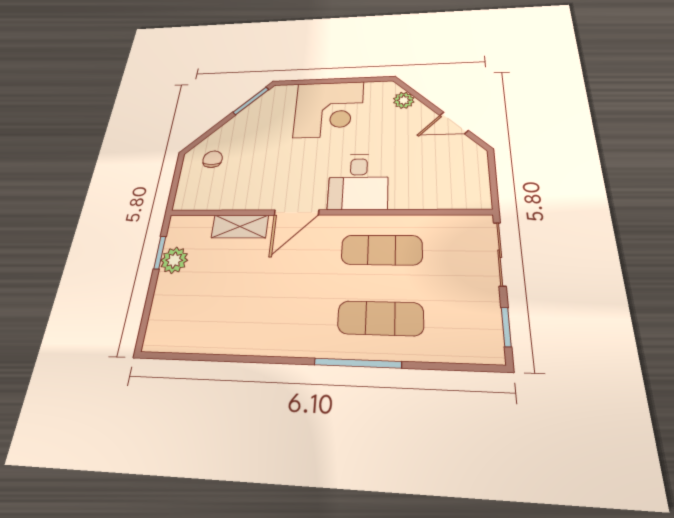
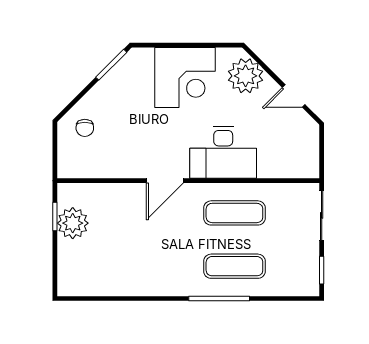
plant: (404, 100) -> (246, 76), width x1.87, depth x1.87
chair: (213, 159) -> (85, 128), turned 180
desk: (358, 182) -> (223, 152), width x1.37
shelving: (240, 226) -> (119, 193), removed
plant: (174, 260) -> (73, 223), width x1.36, depth x1.36

